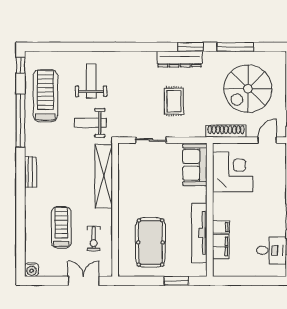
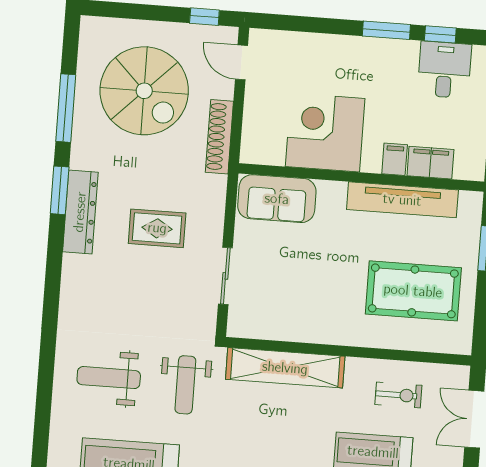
corner desk: (233, 172) -> (325, 133), moved

